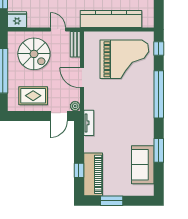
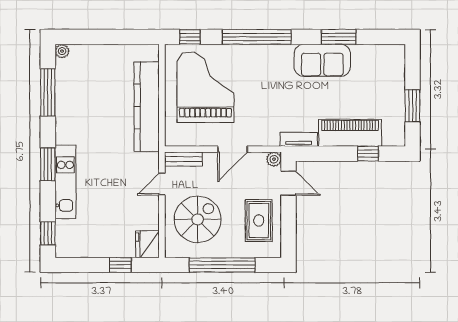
sofa: (143, 165) -> (322, 60), moved
piano: (93, 174) -> (350, 133), moved

